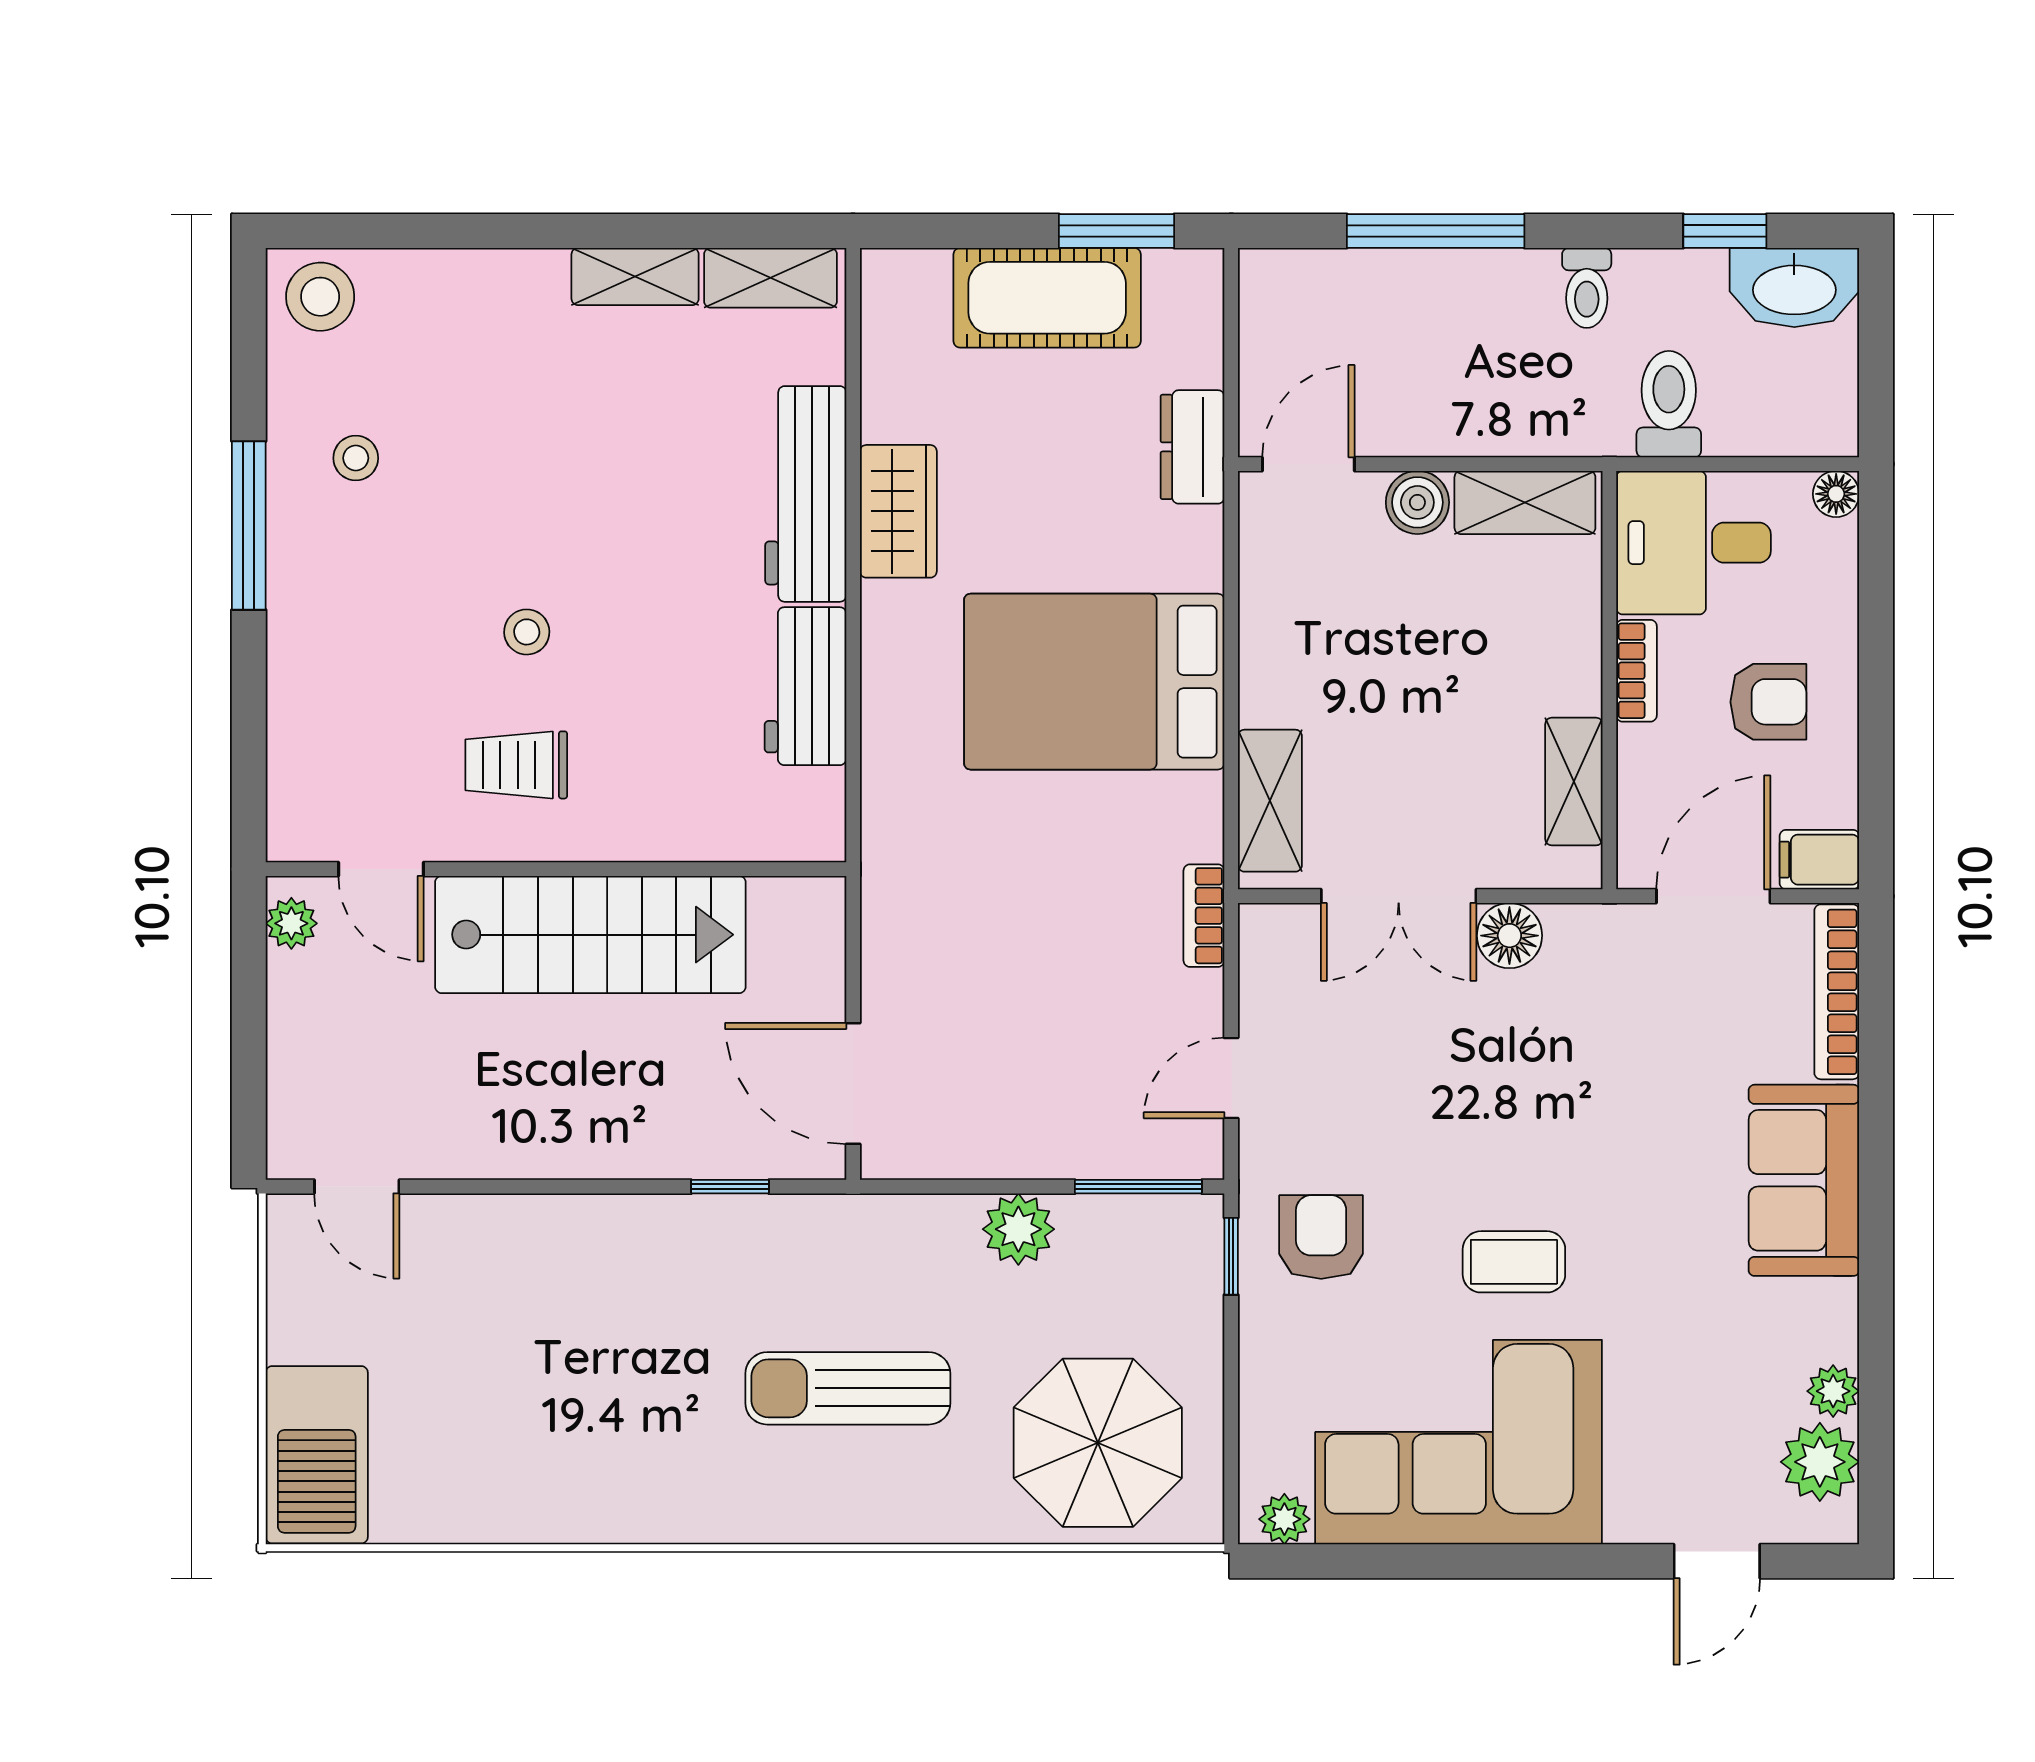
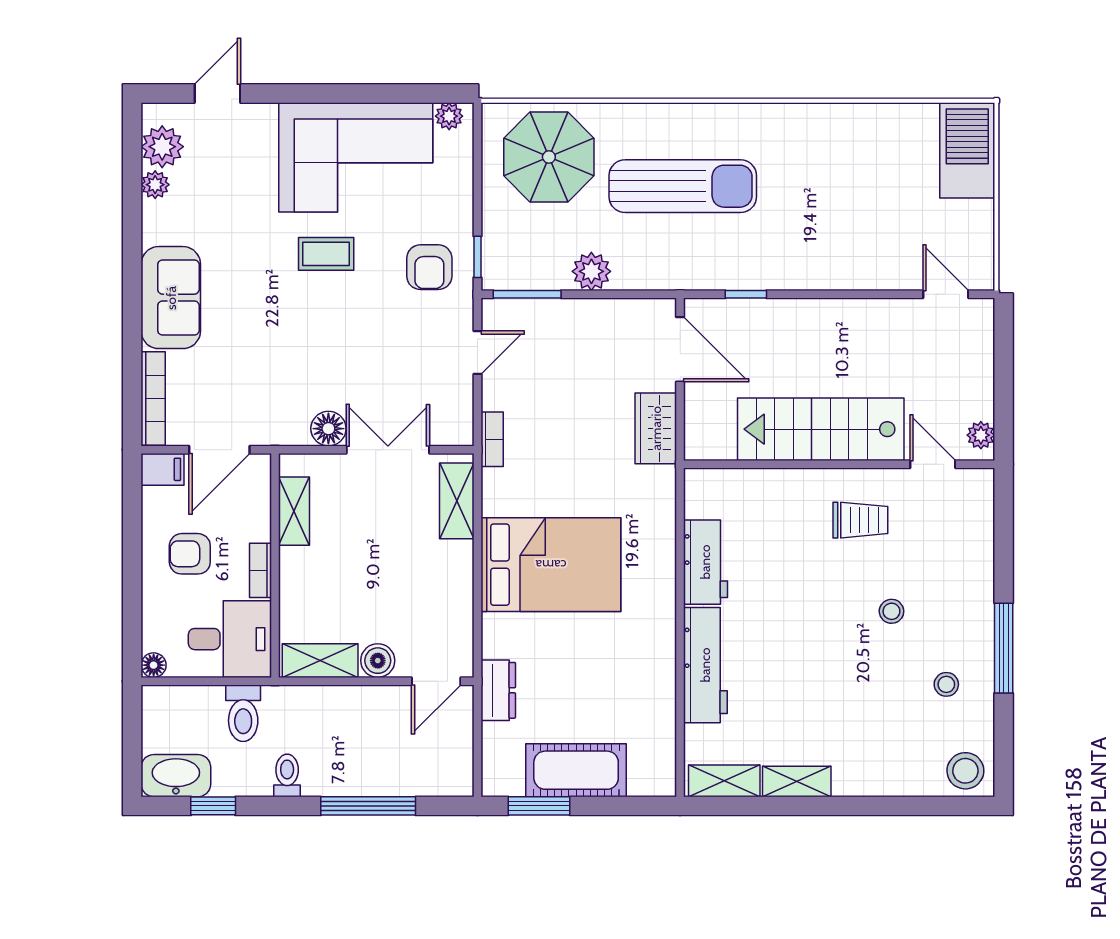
wardrobe: (898, 511) -> (656, 428), moved
stool: (527, 632) -> (891, 611), moved
sun lounger: (848, 1388) -> (683, 186), width x1.36, depth x1.34

